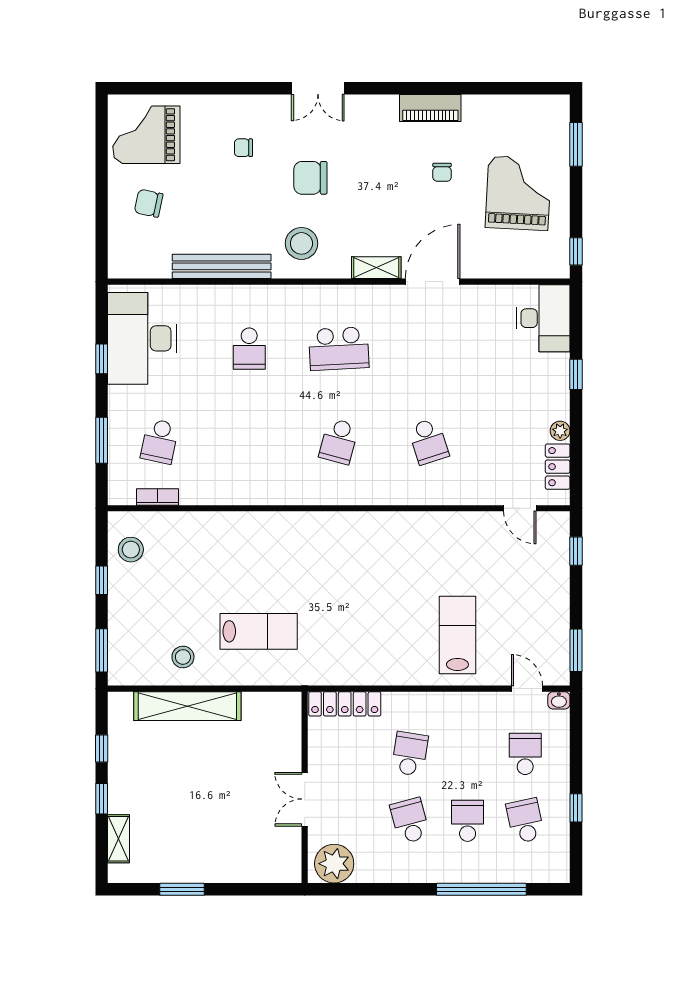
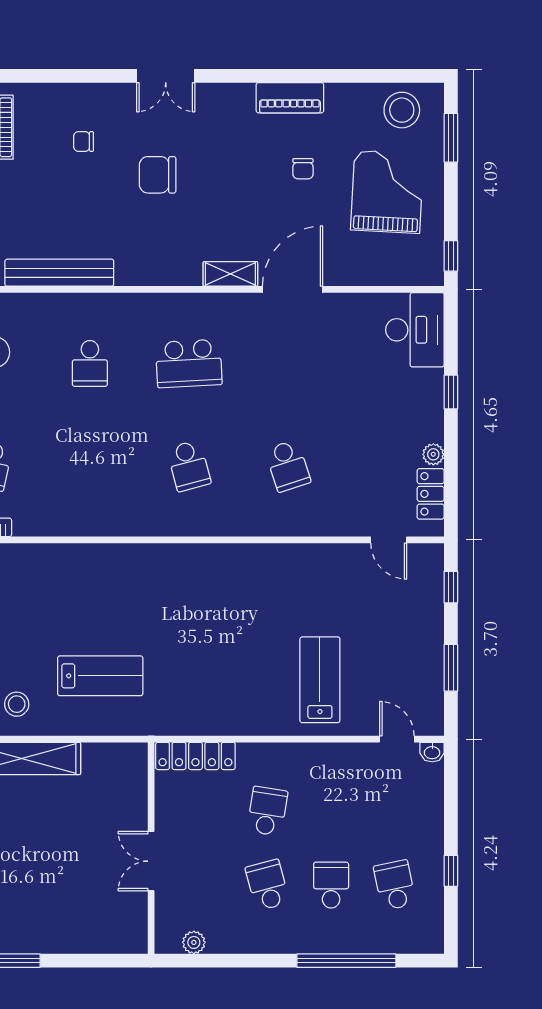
stool: (301, 243) -> (402, 110), moved
school desk: (339, 441) -> (189, 466), turned -30
window: (576, 650) -> (451, 668), moved
school desk: (525, 754) -> (395, 811), removed
plant: (334, 864) -> (194, 942), width x0.53, depth x0.53

